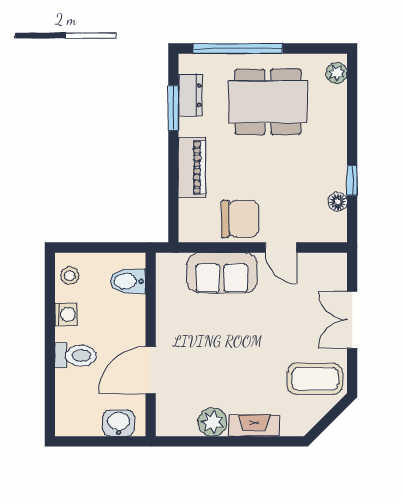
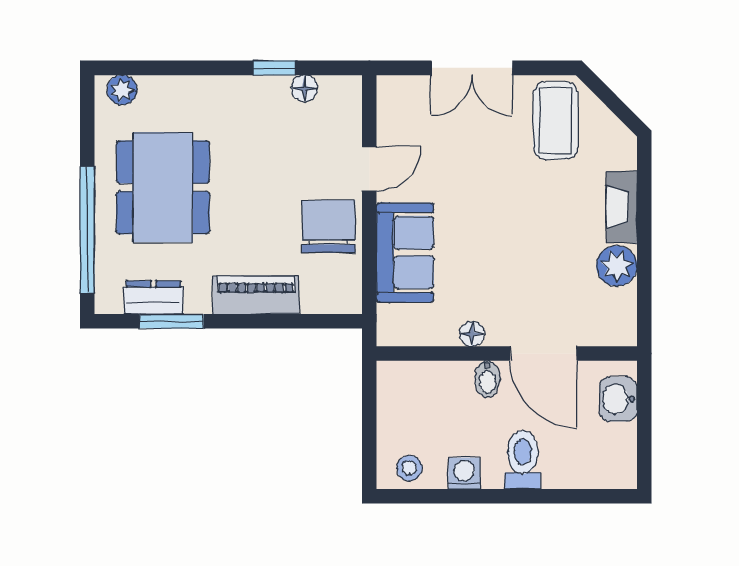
bidet: (128, 281) -> (487, 379), moved, width x0.72, depth x0.74
floor lamp: (164, 320) -> (472, 334), added

